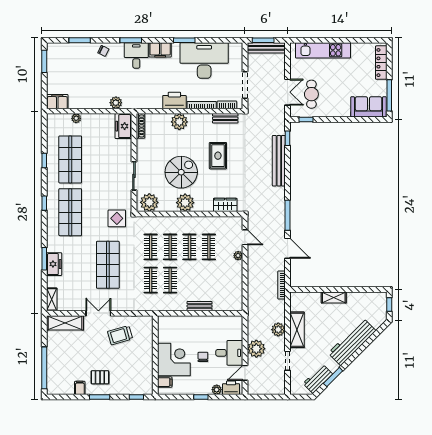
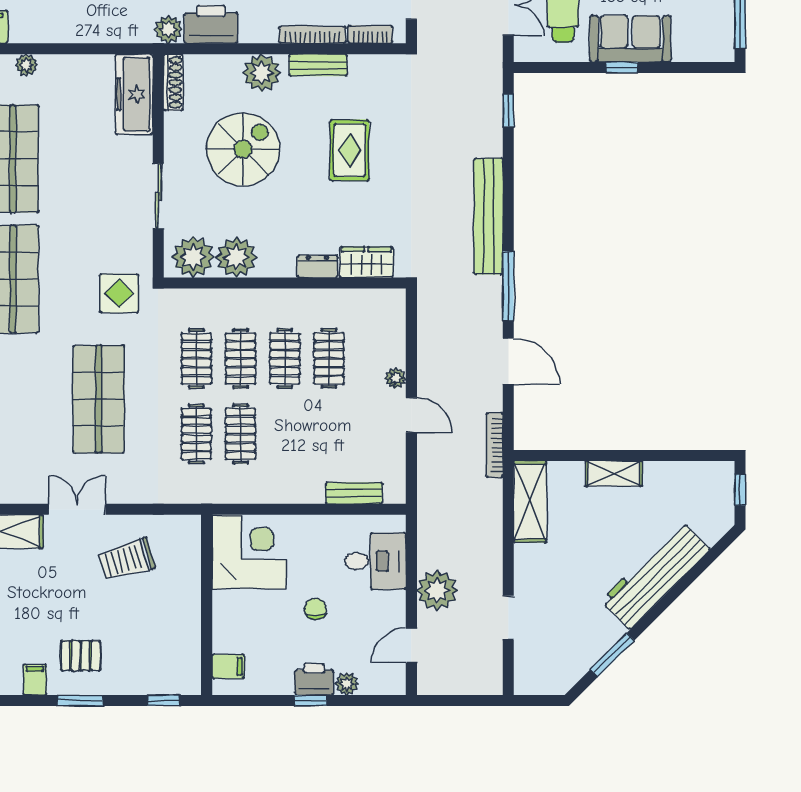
printer: (174, 100) -> (211, 24), moved
plant: (116, 103) -> (168, 29), moved
sofa: (368, 107) -> (630, 39), moved
bench: (225, 118) -> (318, 65), moved
window: (306, 119) -> (622, 68), moved
freezer: (123, 126) -> (134, 94), width x1.40
bench: (279, 161) -> (489, 216), moved
spiral stairs: (181, 172) -> (243, 149), moved
plant: (185, 203) -> (236, 257), moved
dresser: (204, 207) -> (317, 266), added
door: (245, 237) -> (411, 415), moved
bench: (200, 306) -> (354, 493), moved
plant: (278, 330) -> (487, 547), removed
shelving: (297, 330) -> (530, 502), moved
desk: (229, 353) -> (375, 561), moved
corner desk: (174, 360) -> (249, 552), moved
workbench: (318, 379) -> (577, 659), removed
printer: (231, 388) -> (314, 679), moved

